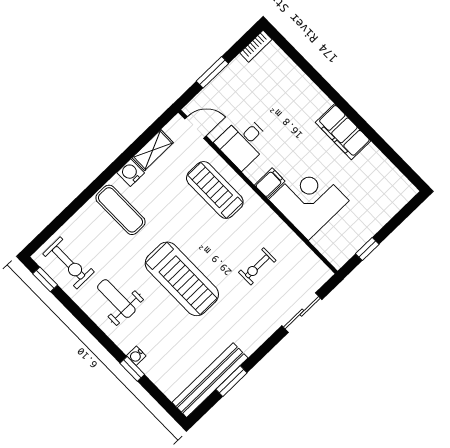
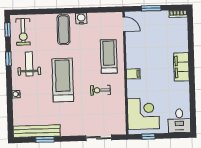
filing cabinet: (343, 132) -> (181, 67), moved
desk: (243, 142) -> (179, 121), moved, turned -90
shelving: (153, 150) -> (98, 17), removed
corner desk: (309, 200) -> (143, 114), moved
exercise bike: (257, 266) -> (100, 90), moved
treadmill: (182, 279) -> (63, 80), turned 180
window: (132, 369) -> (8, 59), moved

